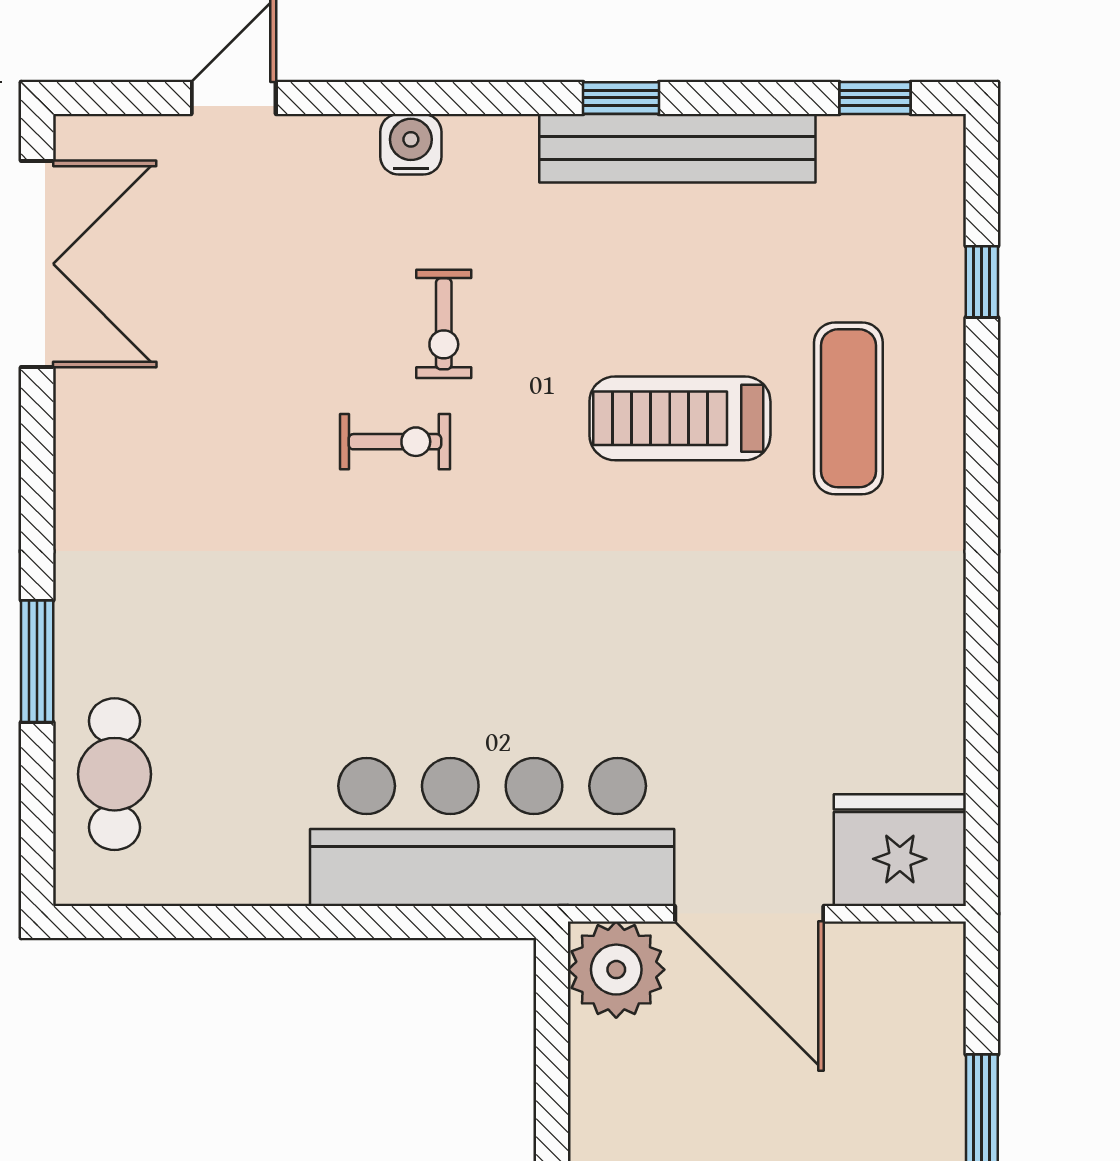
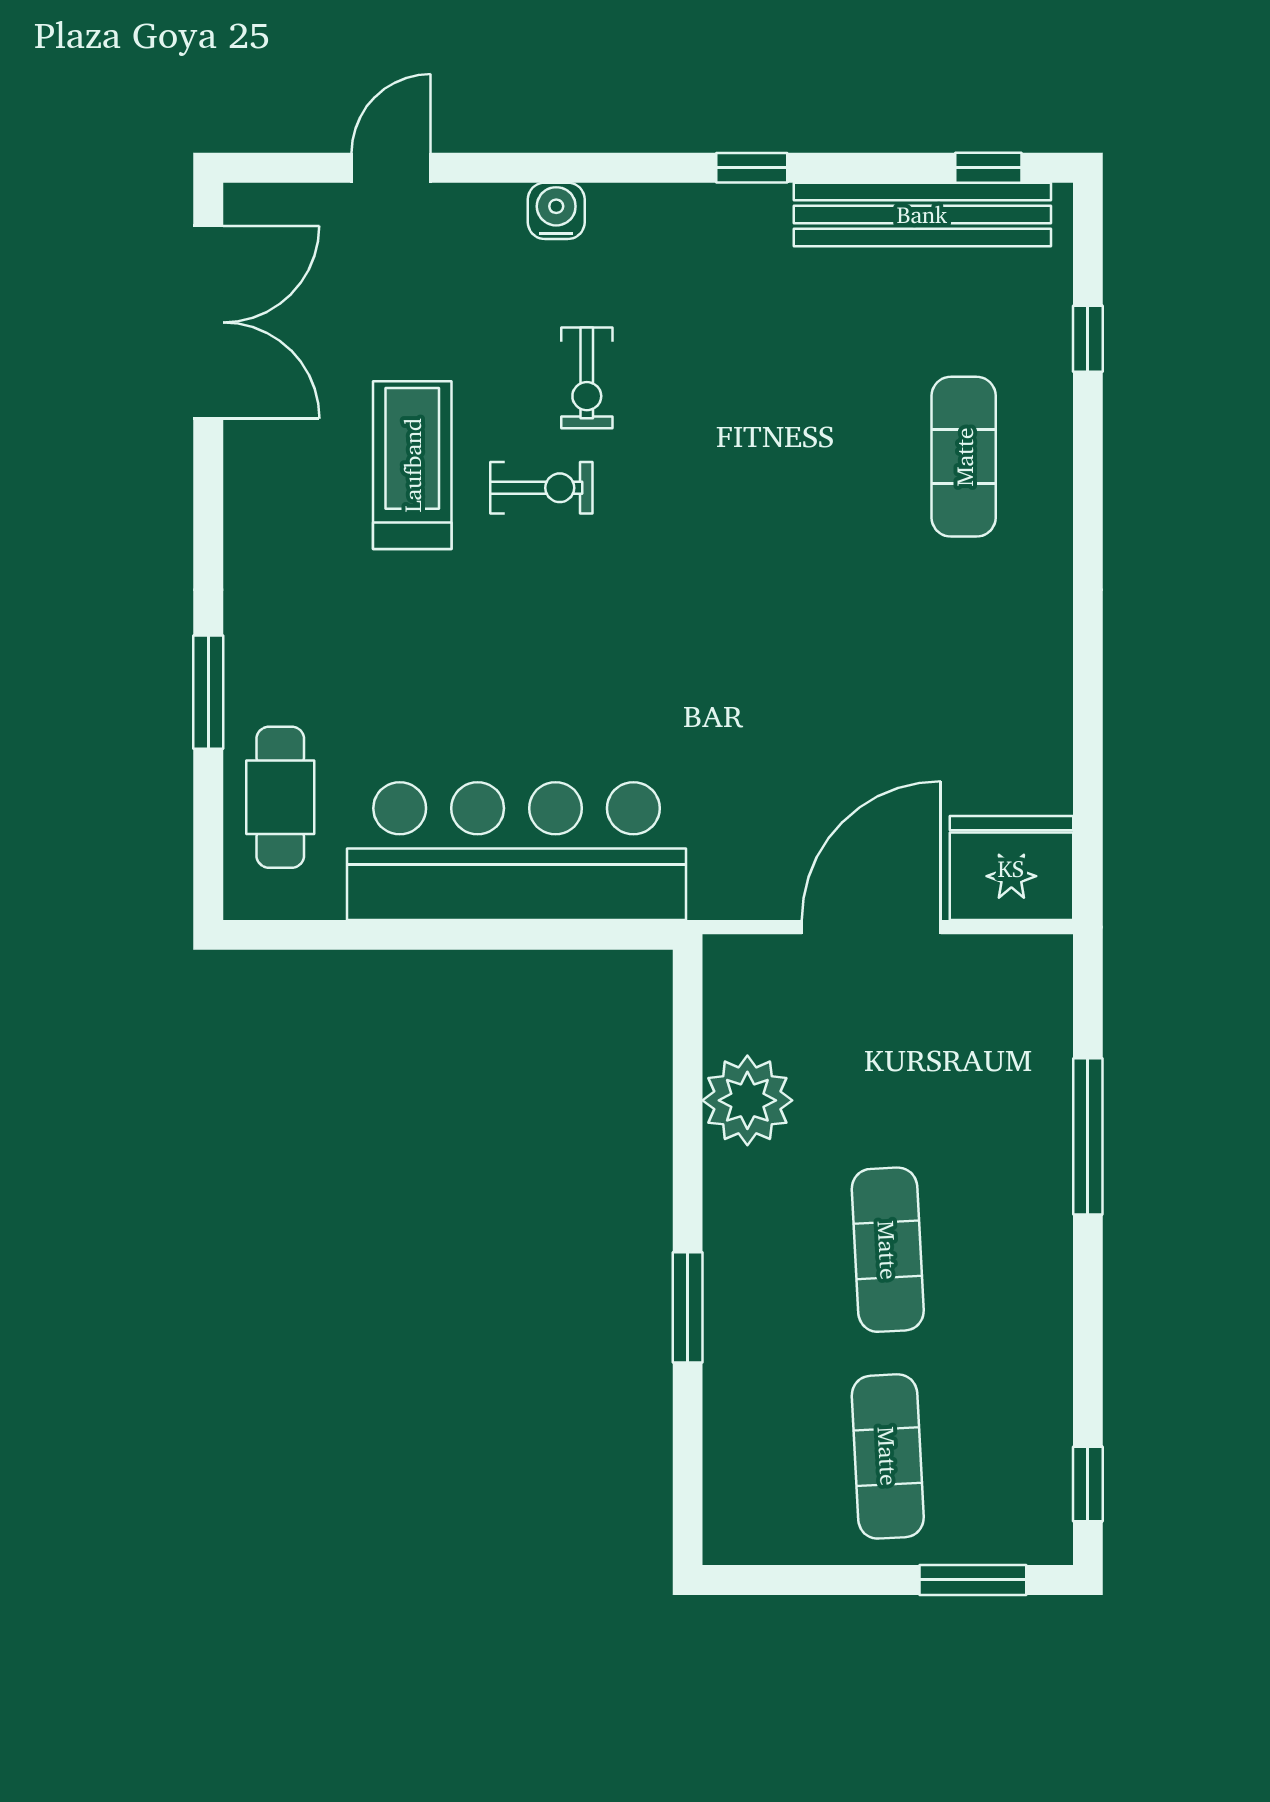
bench: (677, 148) -> (922, 214), moved
treadmill: (680, 418) -> (412, 465), moved, turned 90
bar counter: (492, 832) -> (517, 851), moved
door: (749, 914) -> (871, 927), swing flipped
plant: (616, 970) -> (747, 1100), moved

